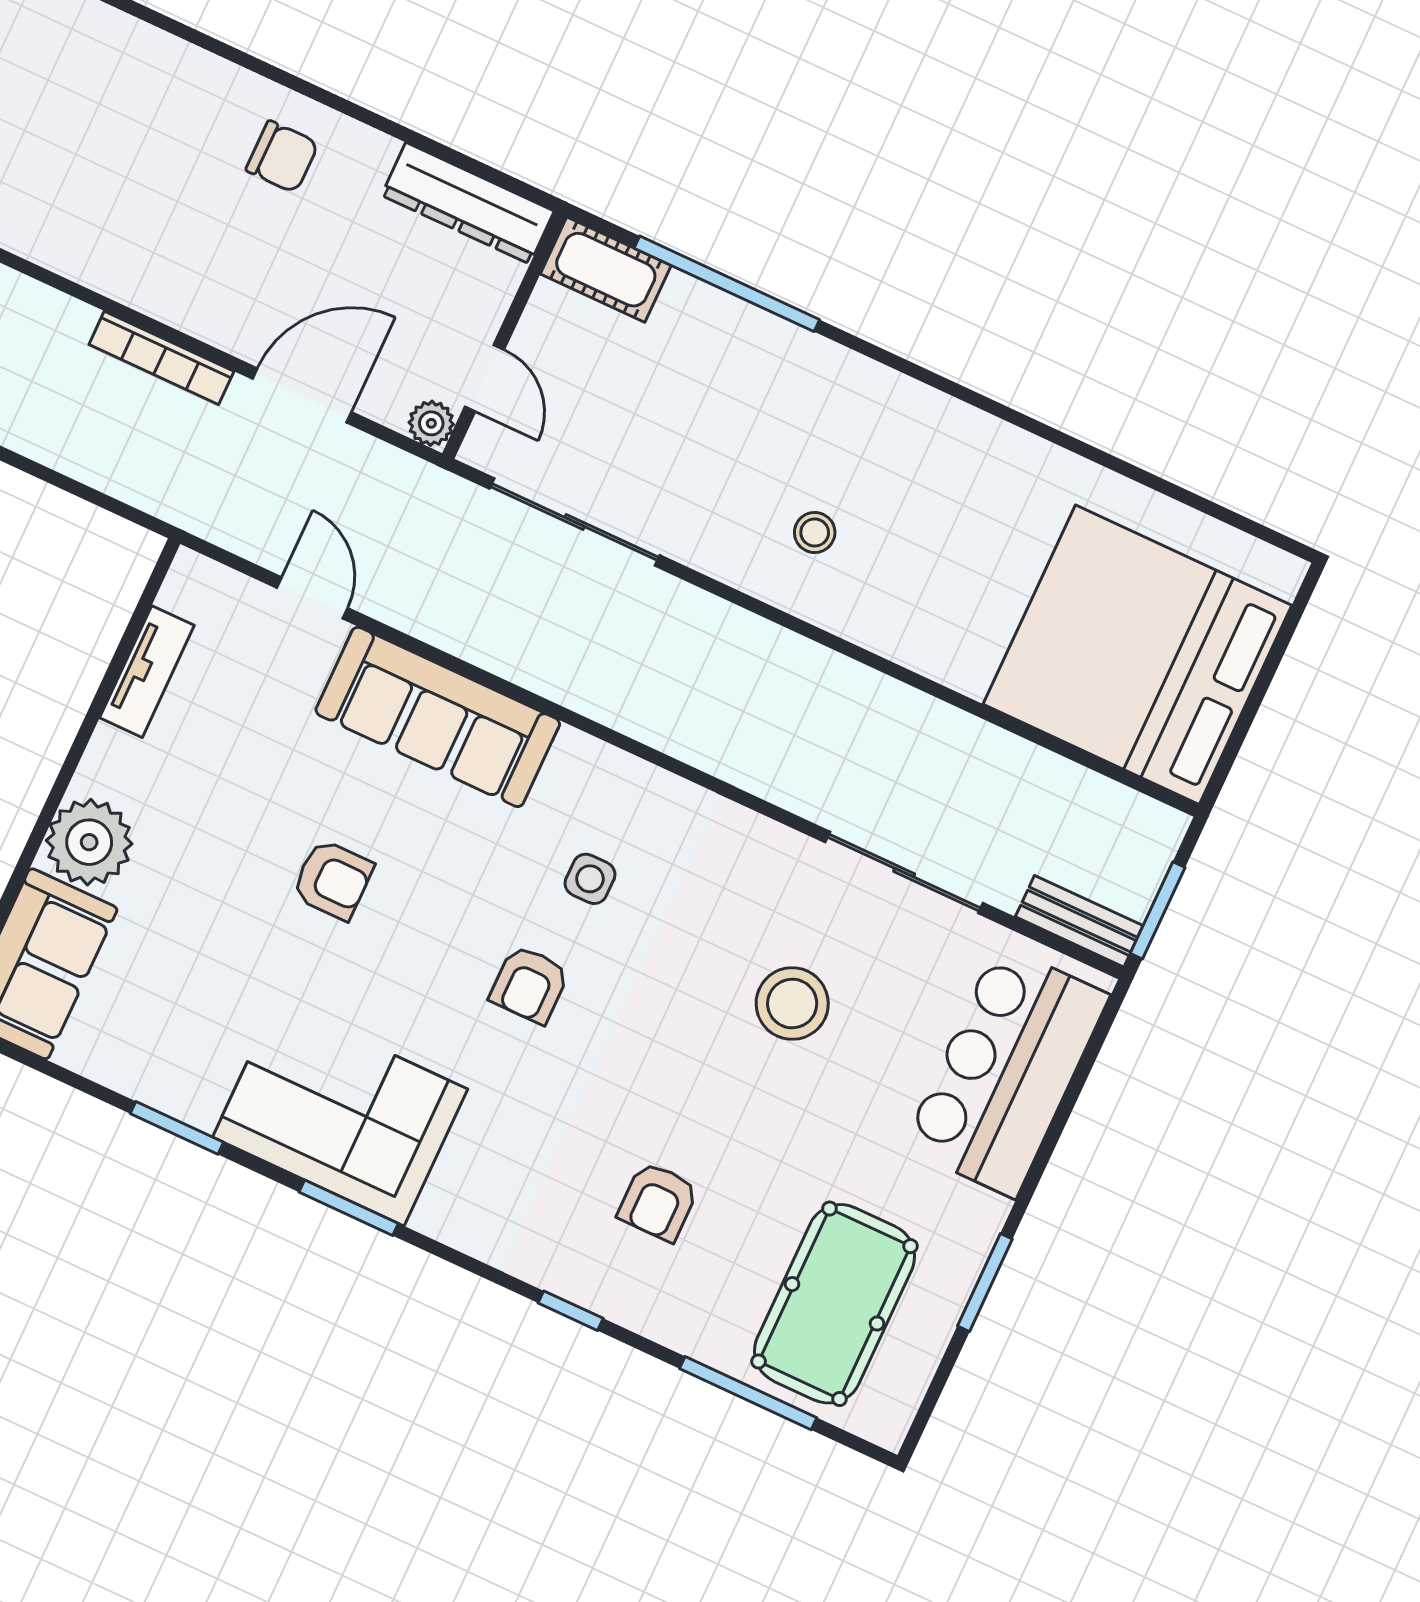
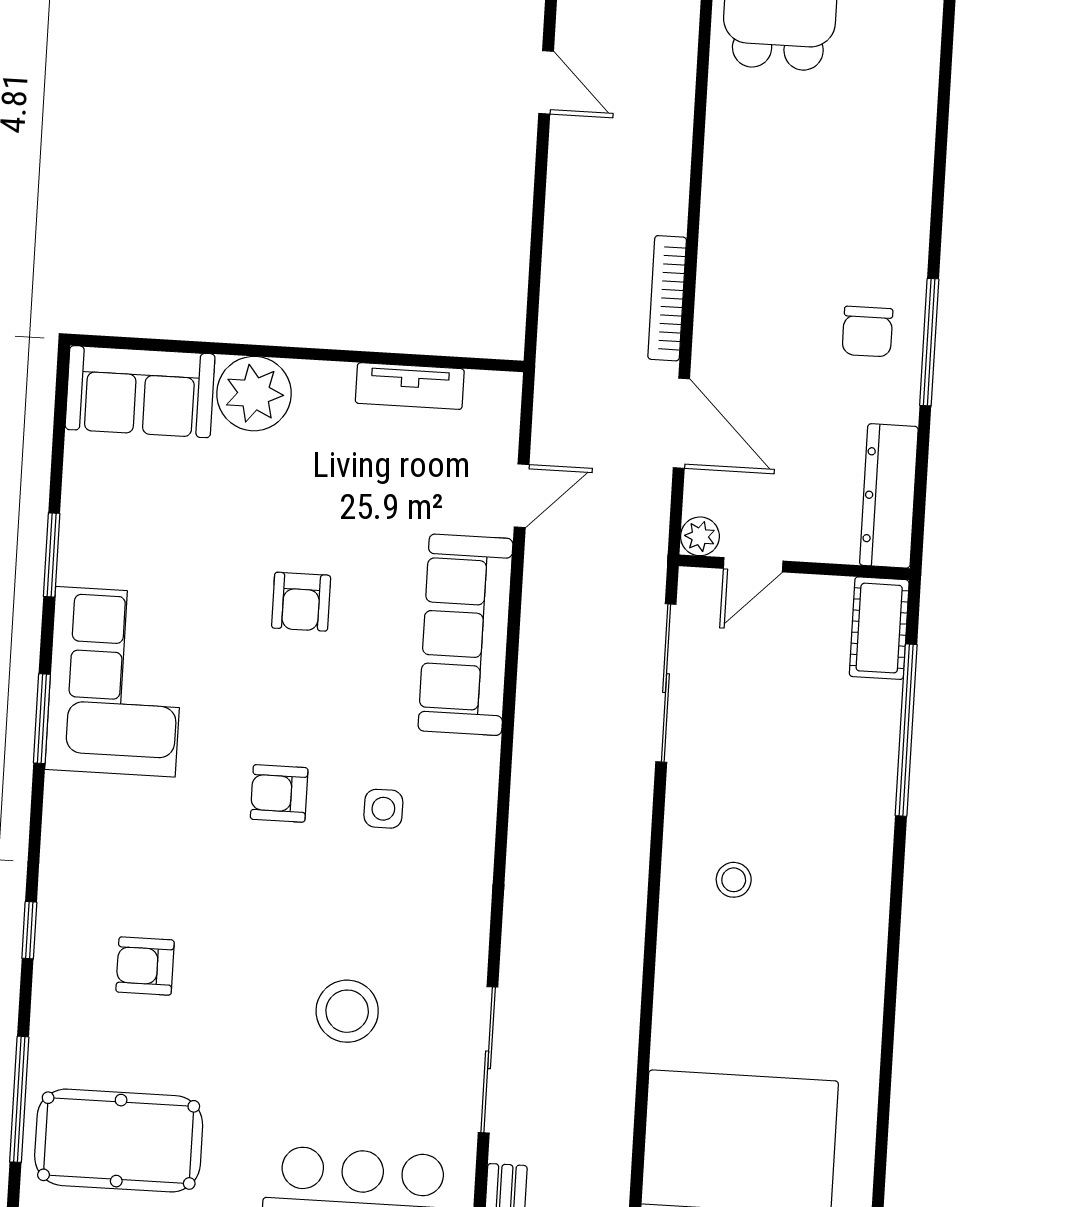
window: (320, 95) -> (929, 342), added

